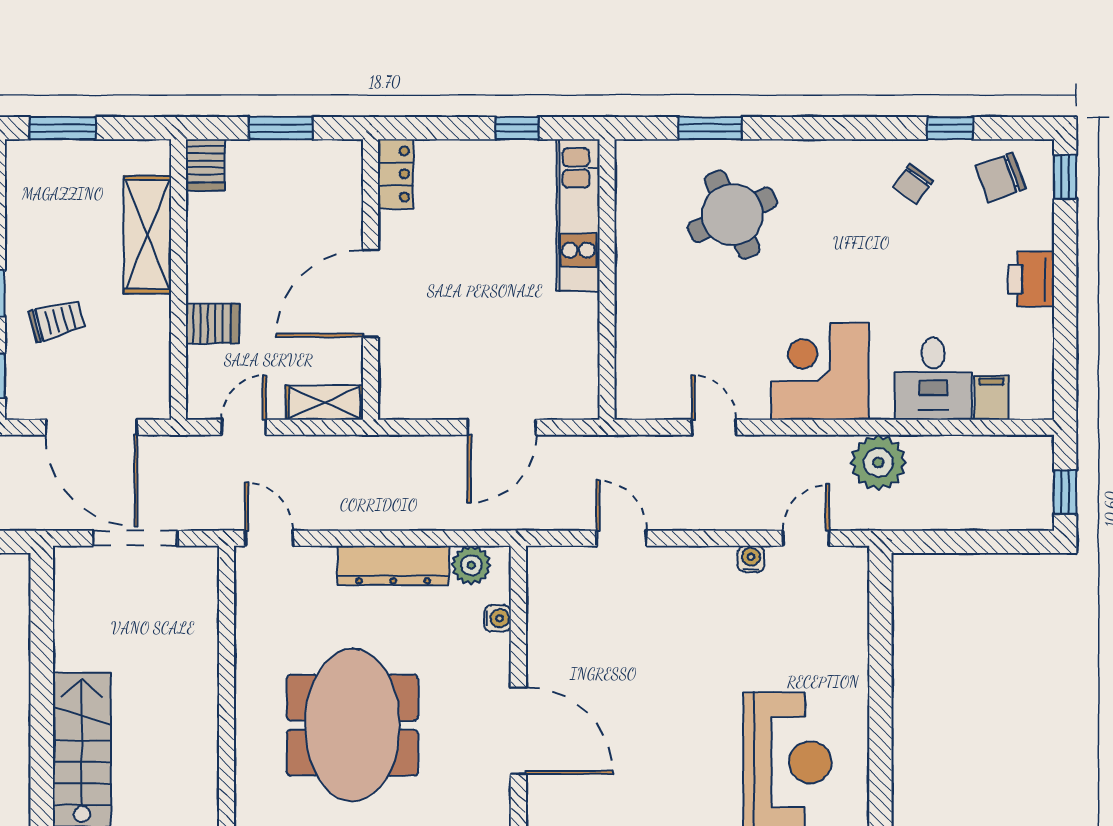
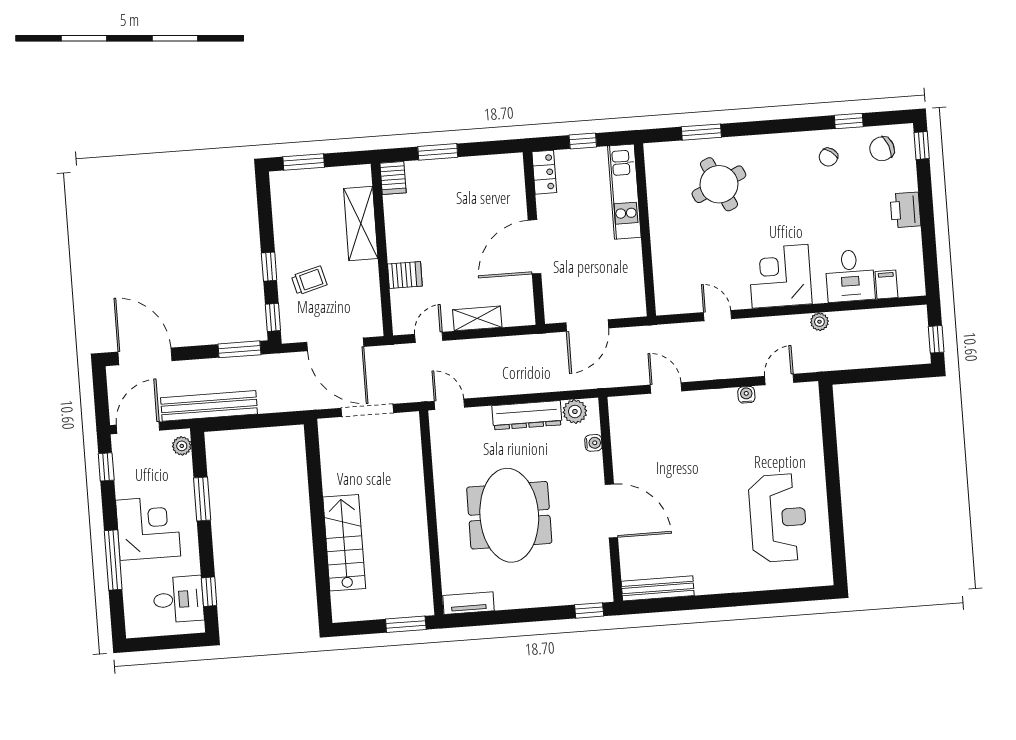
locker: (396, 174) -> (544, 172), moved
wall: (371, 280) -> (534, 238), moved
door: (371, 294) -> (535, 247), moved
plant: (878, 463) -> (819, 322), width x0.53, depth x0.53

